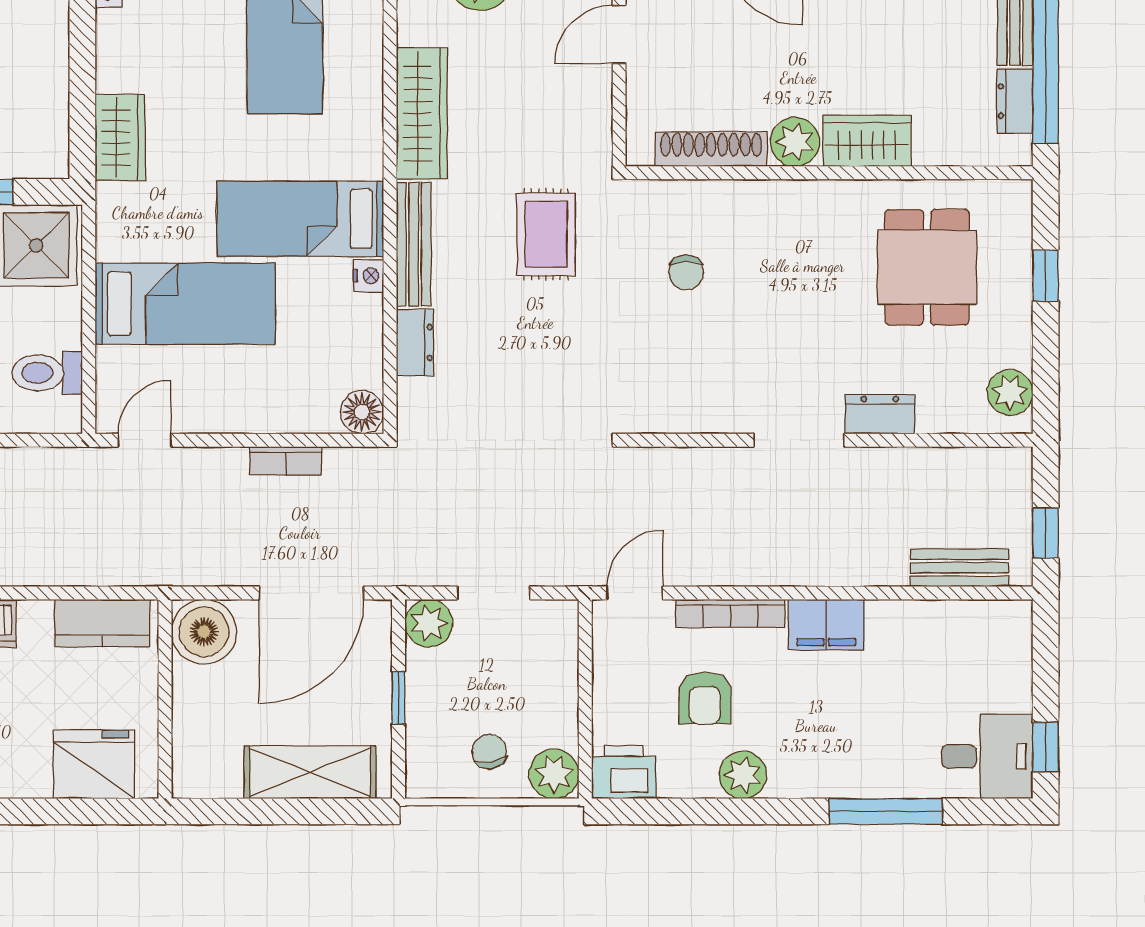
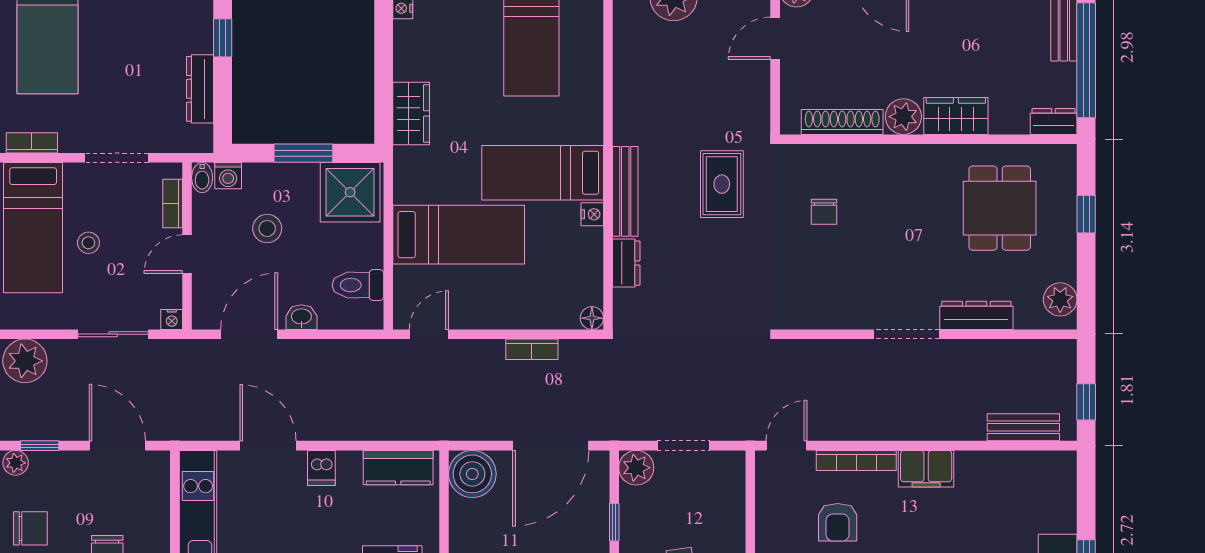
dresser: (1015, 101) -> (1054, 121), moved, turned 90
wardrobe: (422, 113) -> (631, 96), removed
floor lamp: (362, 412) -> (592, 318), width x0.73, depth x0.73
dresser: (880, 414) -> (976, 315), width x1.44

